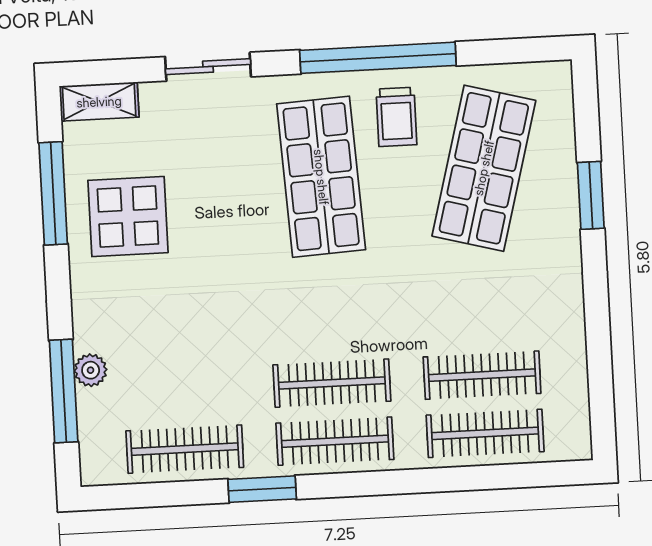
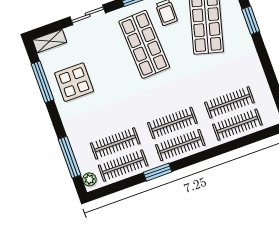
plant: (91, 370) -> (89, 179), moved
clothes rail: (182, 391) -> (115, 143), added

